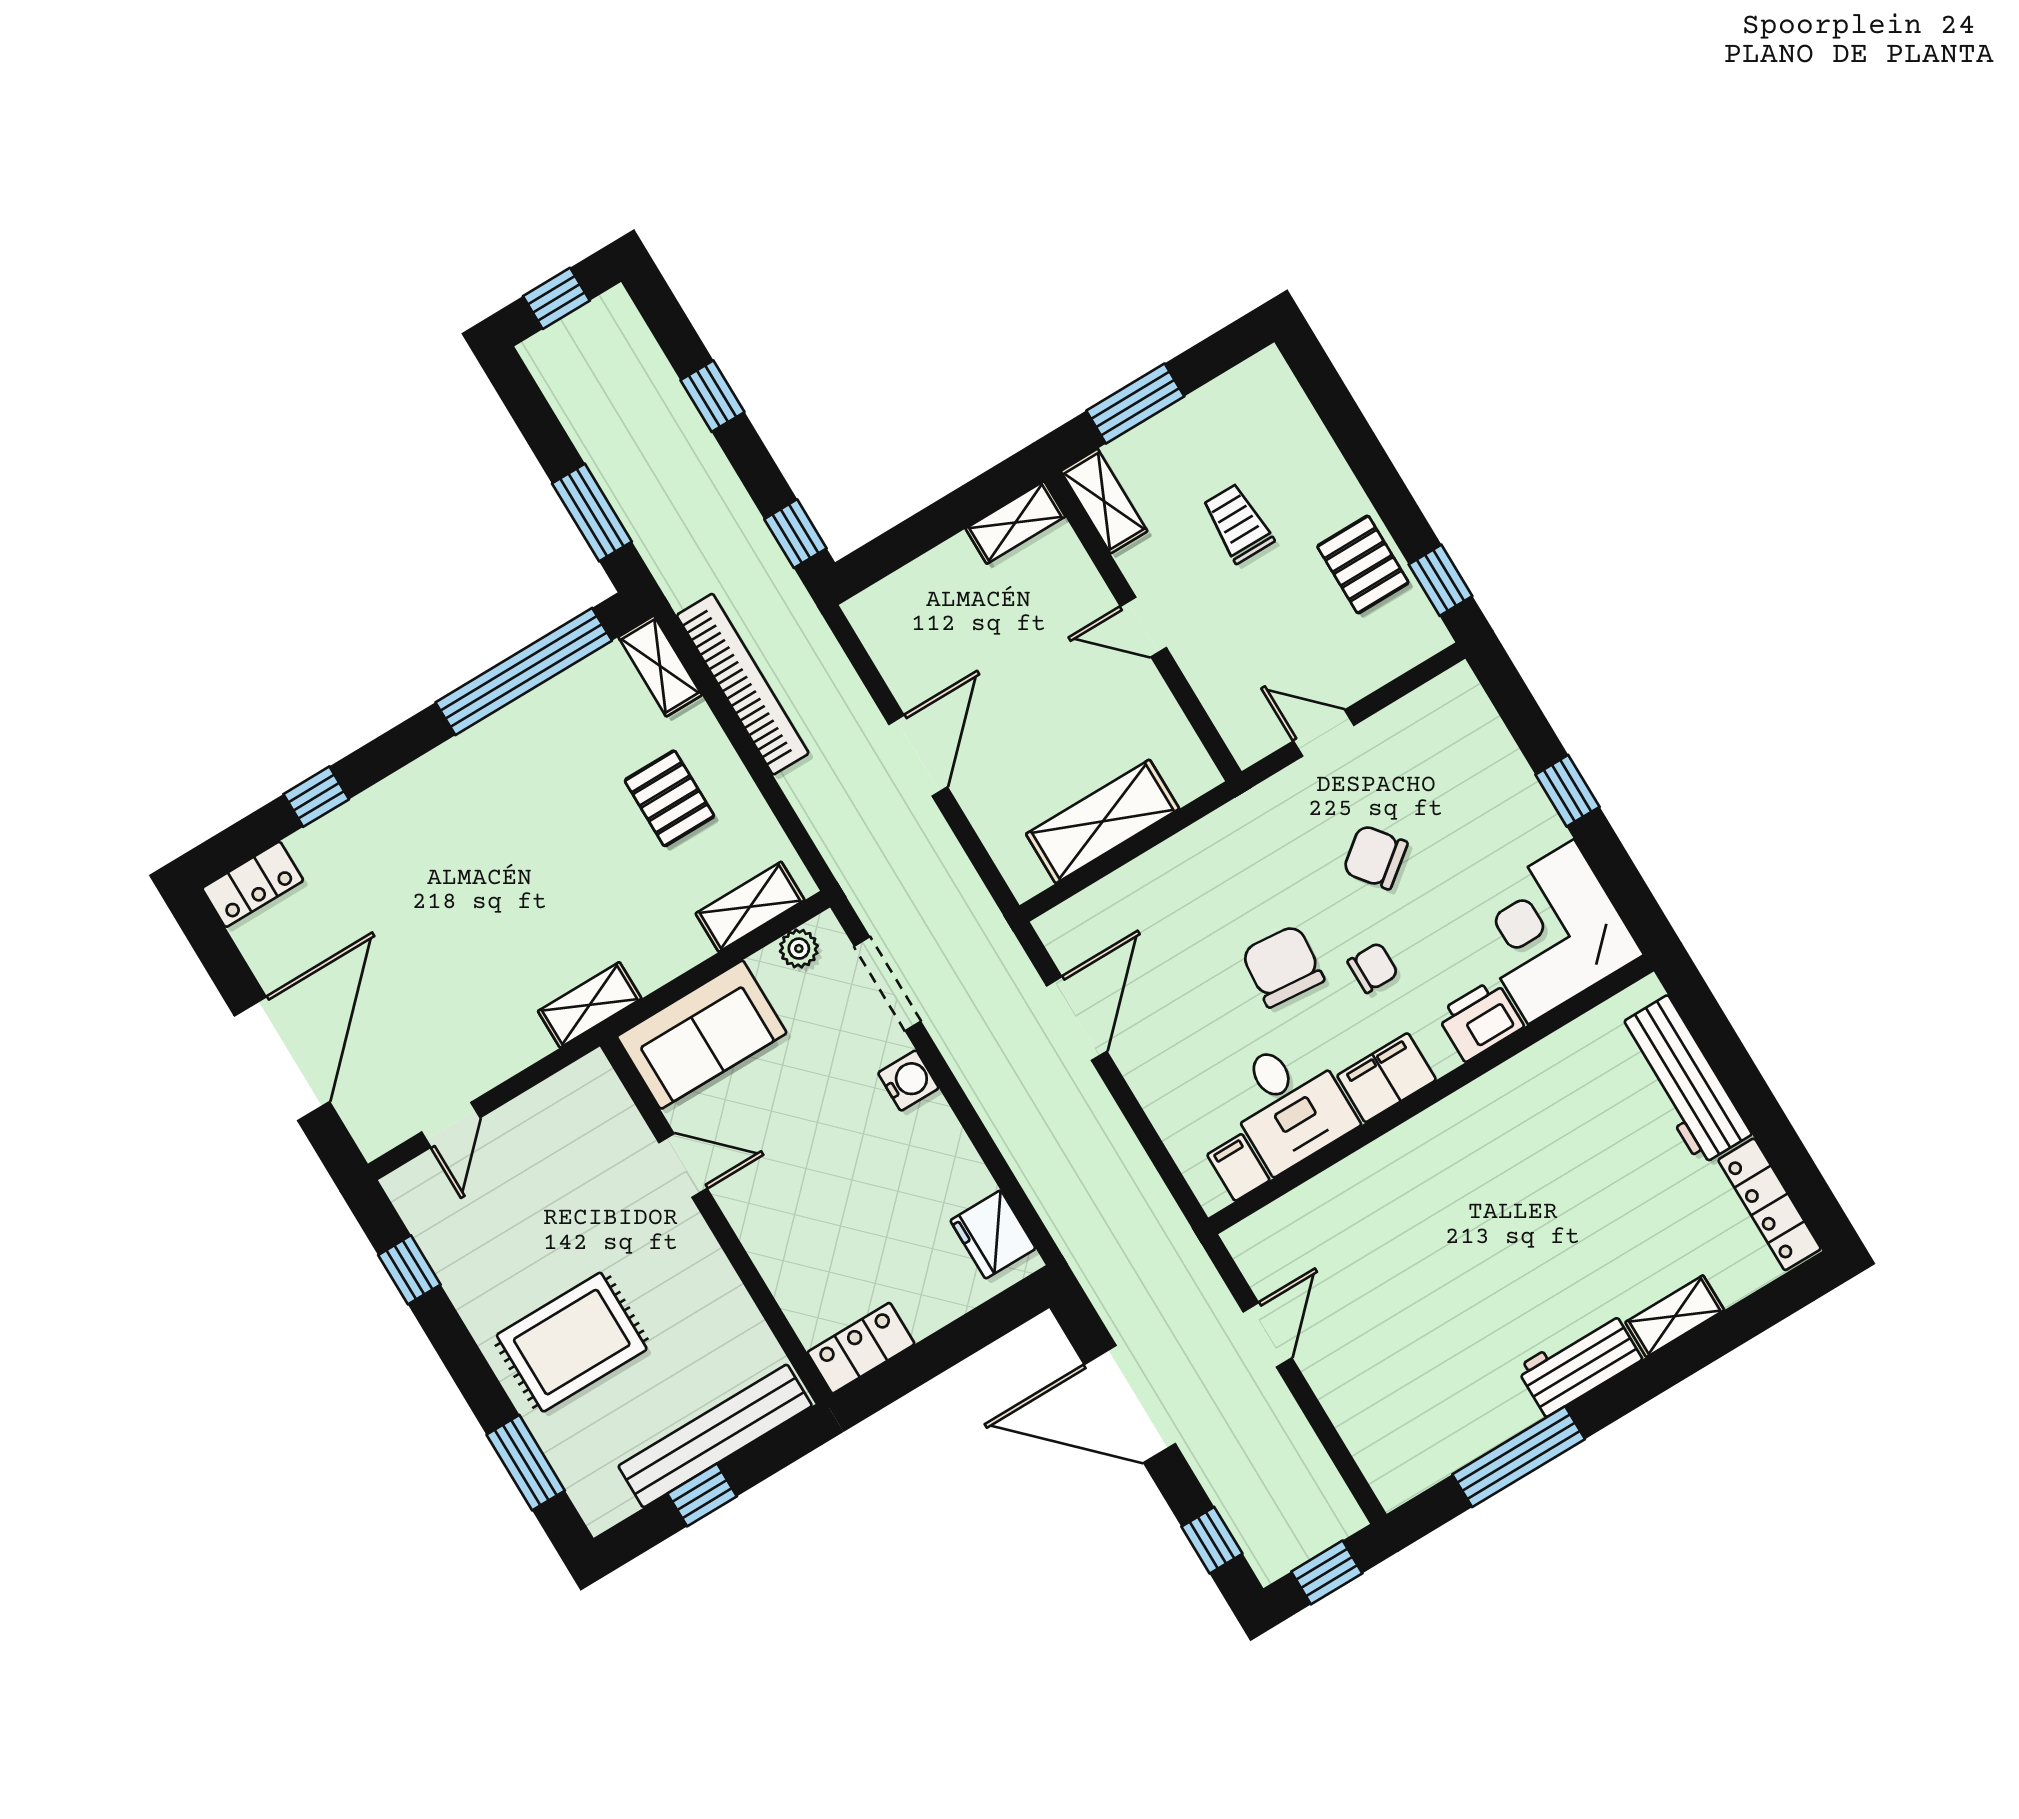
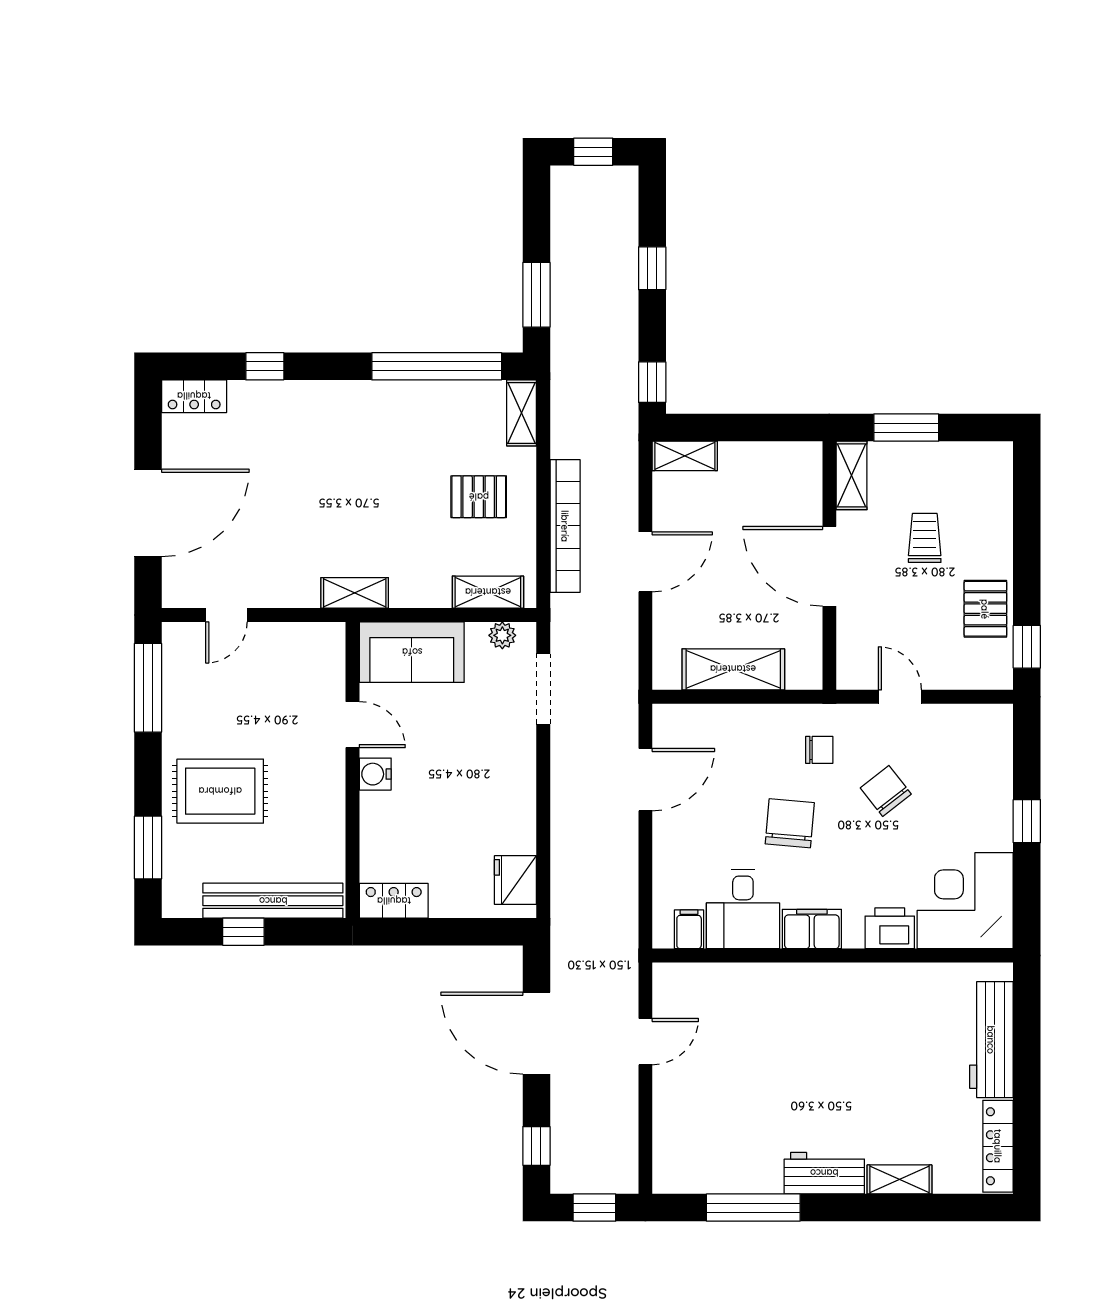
shelving: (1015, 522) -> (685, 456), moved
door: (1143, 627) -> (829, 566), width x1.87
bookcase: (743, 684) -> (565, 526), moved
pallet: (669, 798) -> (479, 497), turned 90
chair: (1373, 968) -> (819, 750), moved
water cooler: (908, 1081) -> (375, 774), moved, turned 180
window: (409, 1270) -> (148, 688), width x2.17

